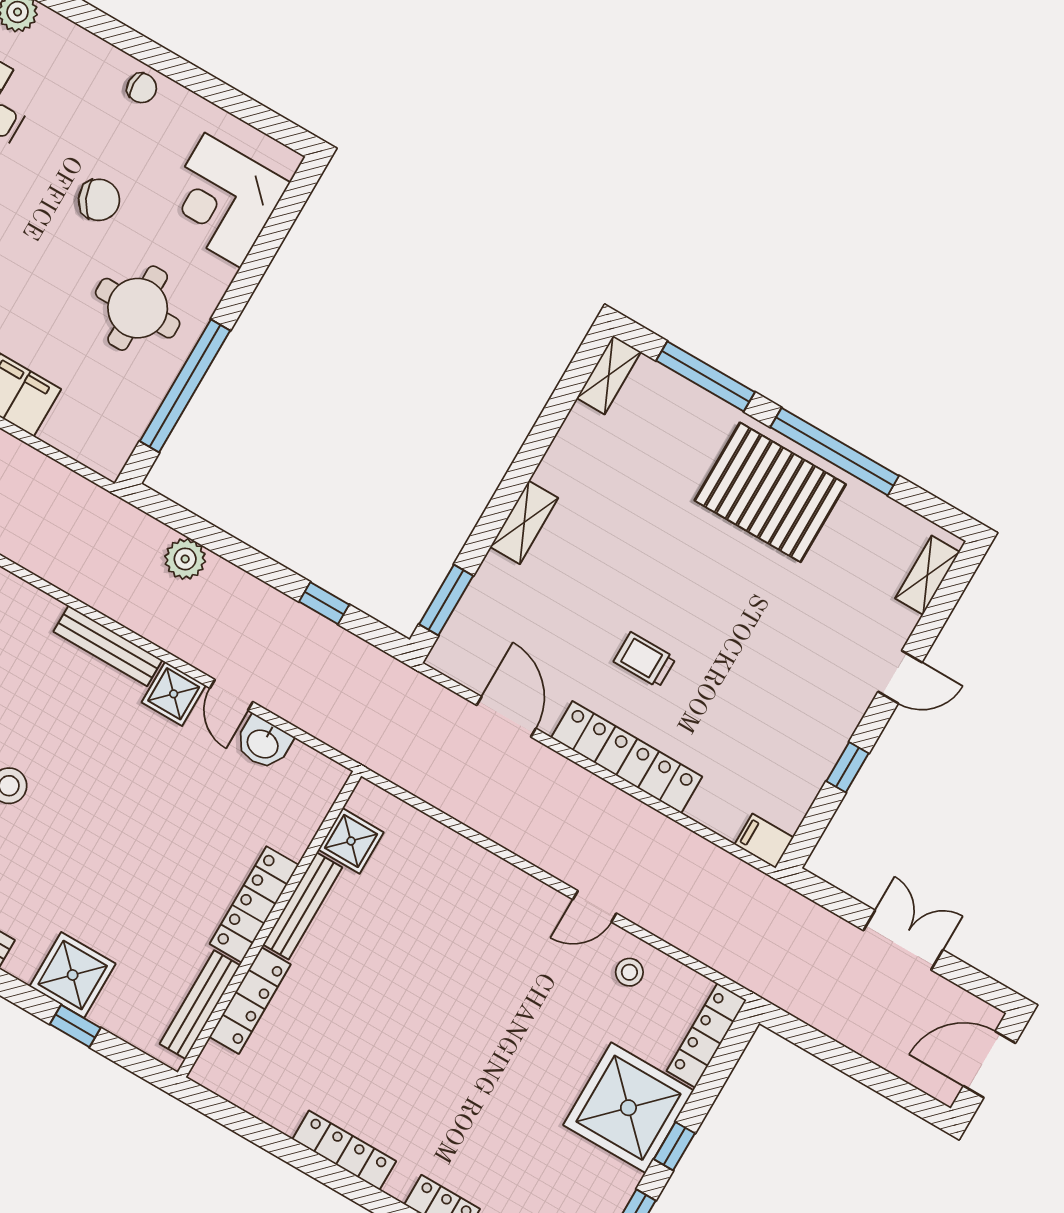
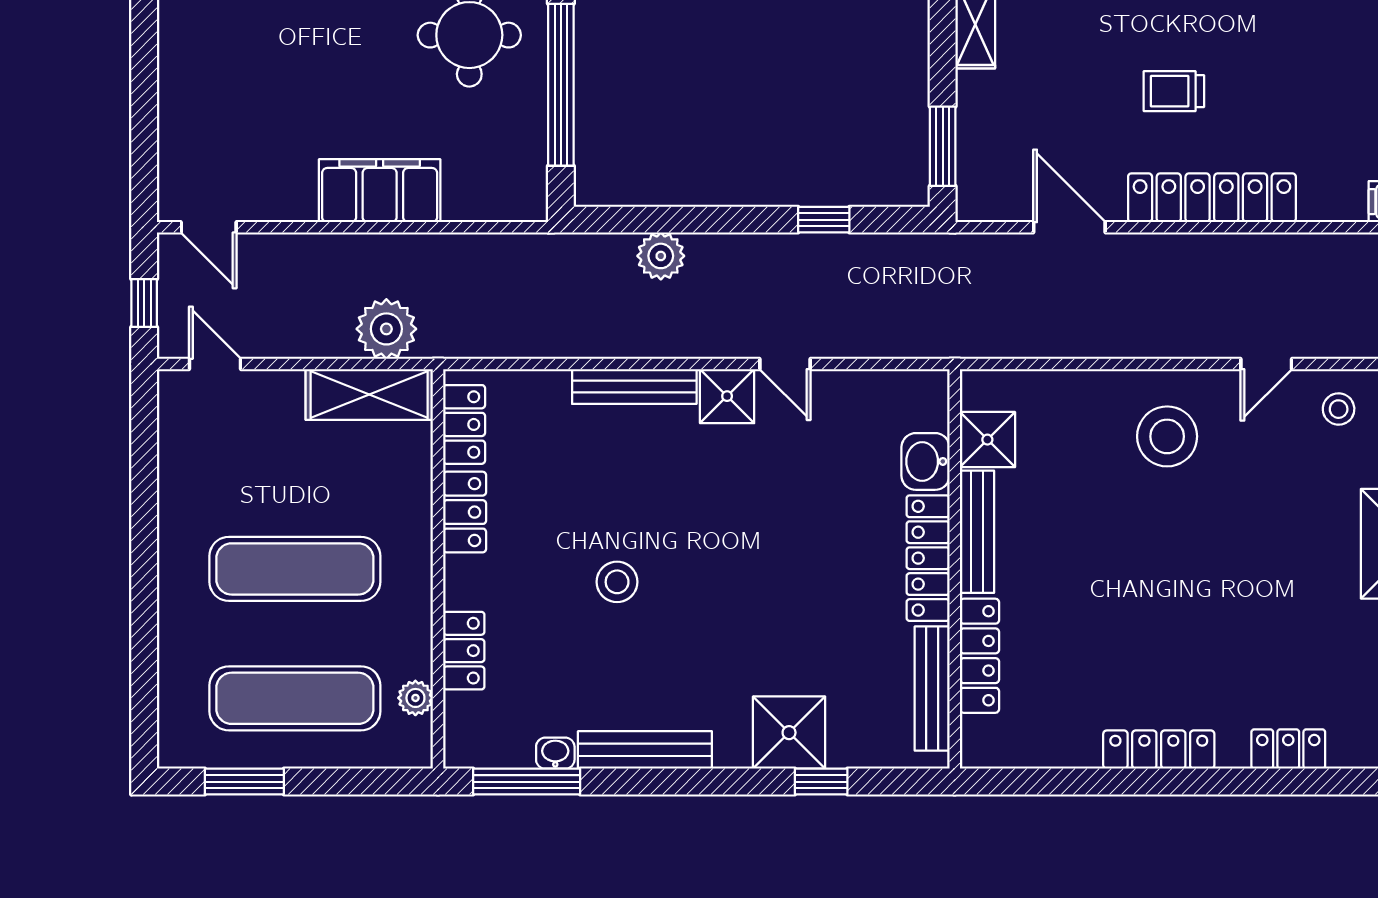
washbasin: (263, 743) -> (925, 461), moved, turned 90
stool: (488, 918) -> (1167, 436), added

